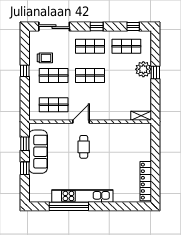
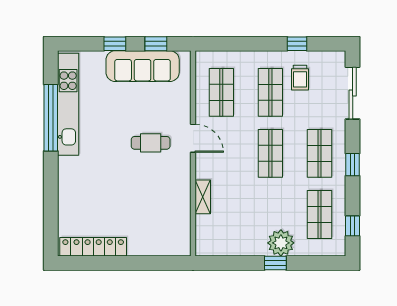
window: (25, 71) -> (297, 44), moved
shelving: (141, 116) -> (203, 197), moved
kitchen unit: (82, 196) -> (68, 104), moved

